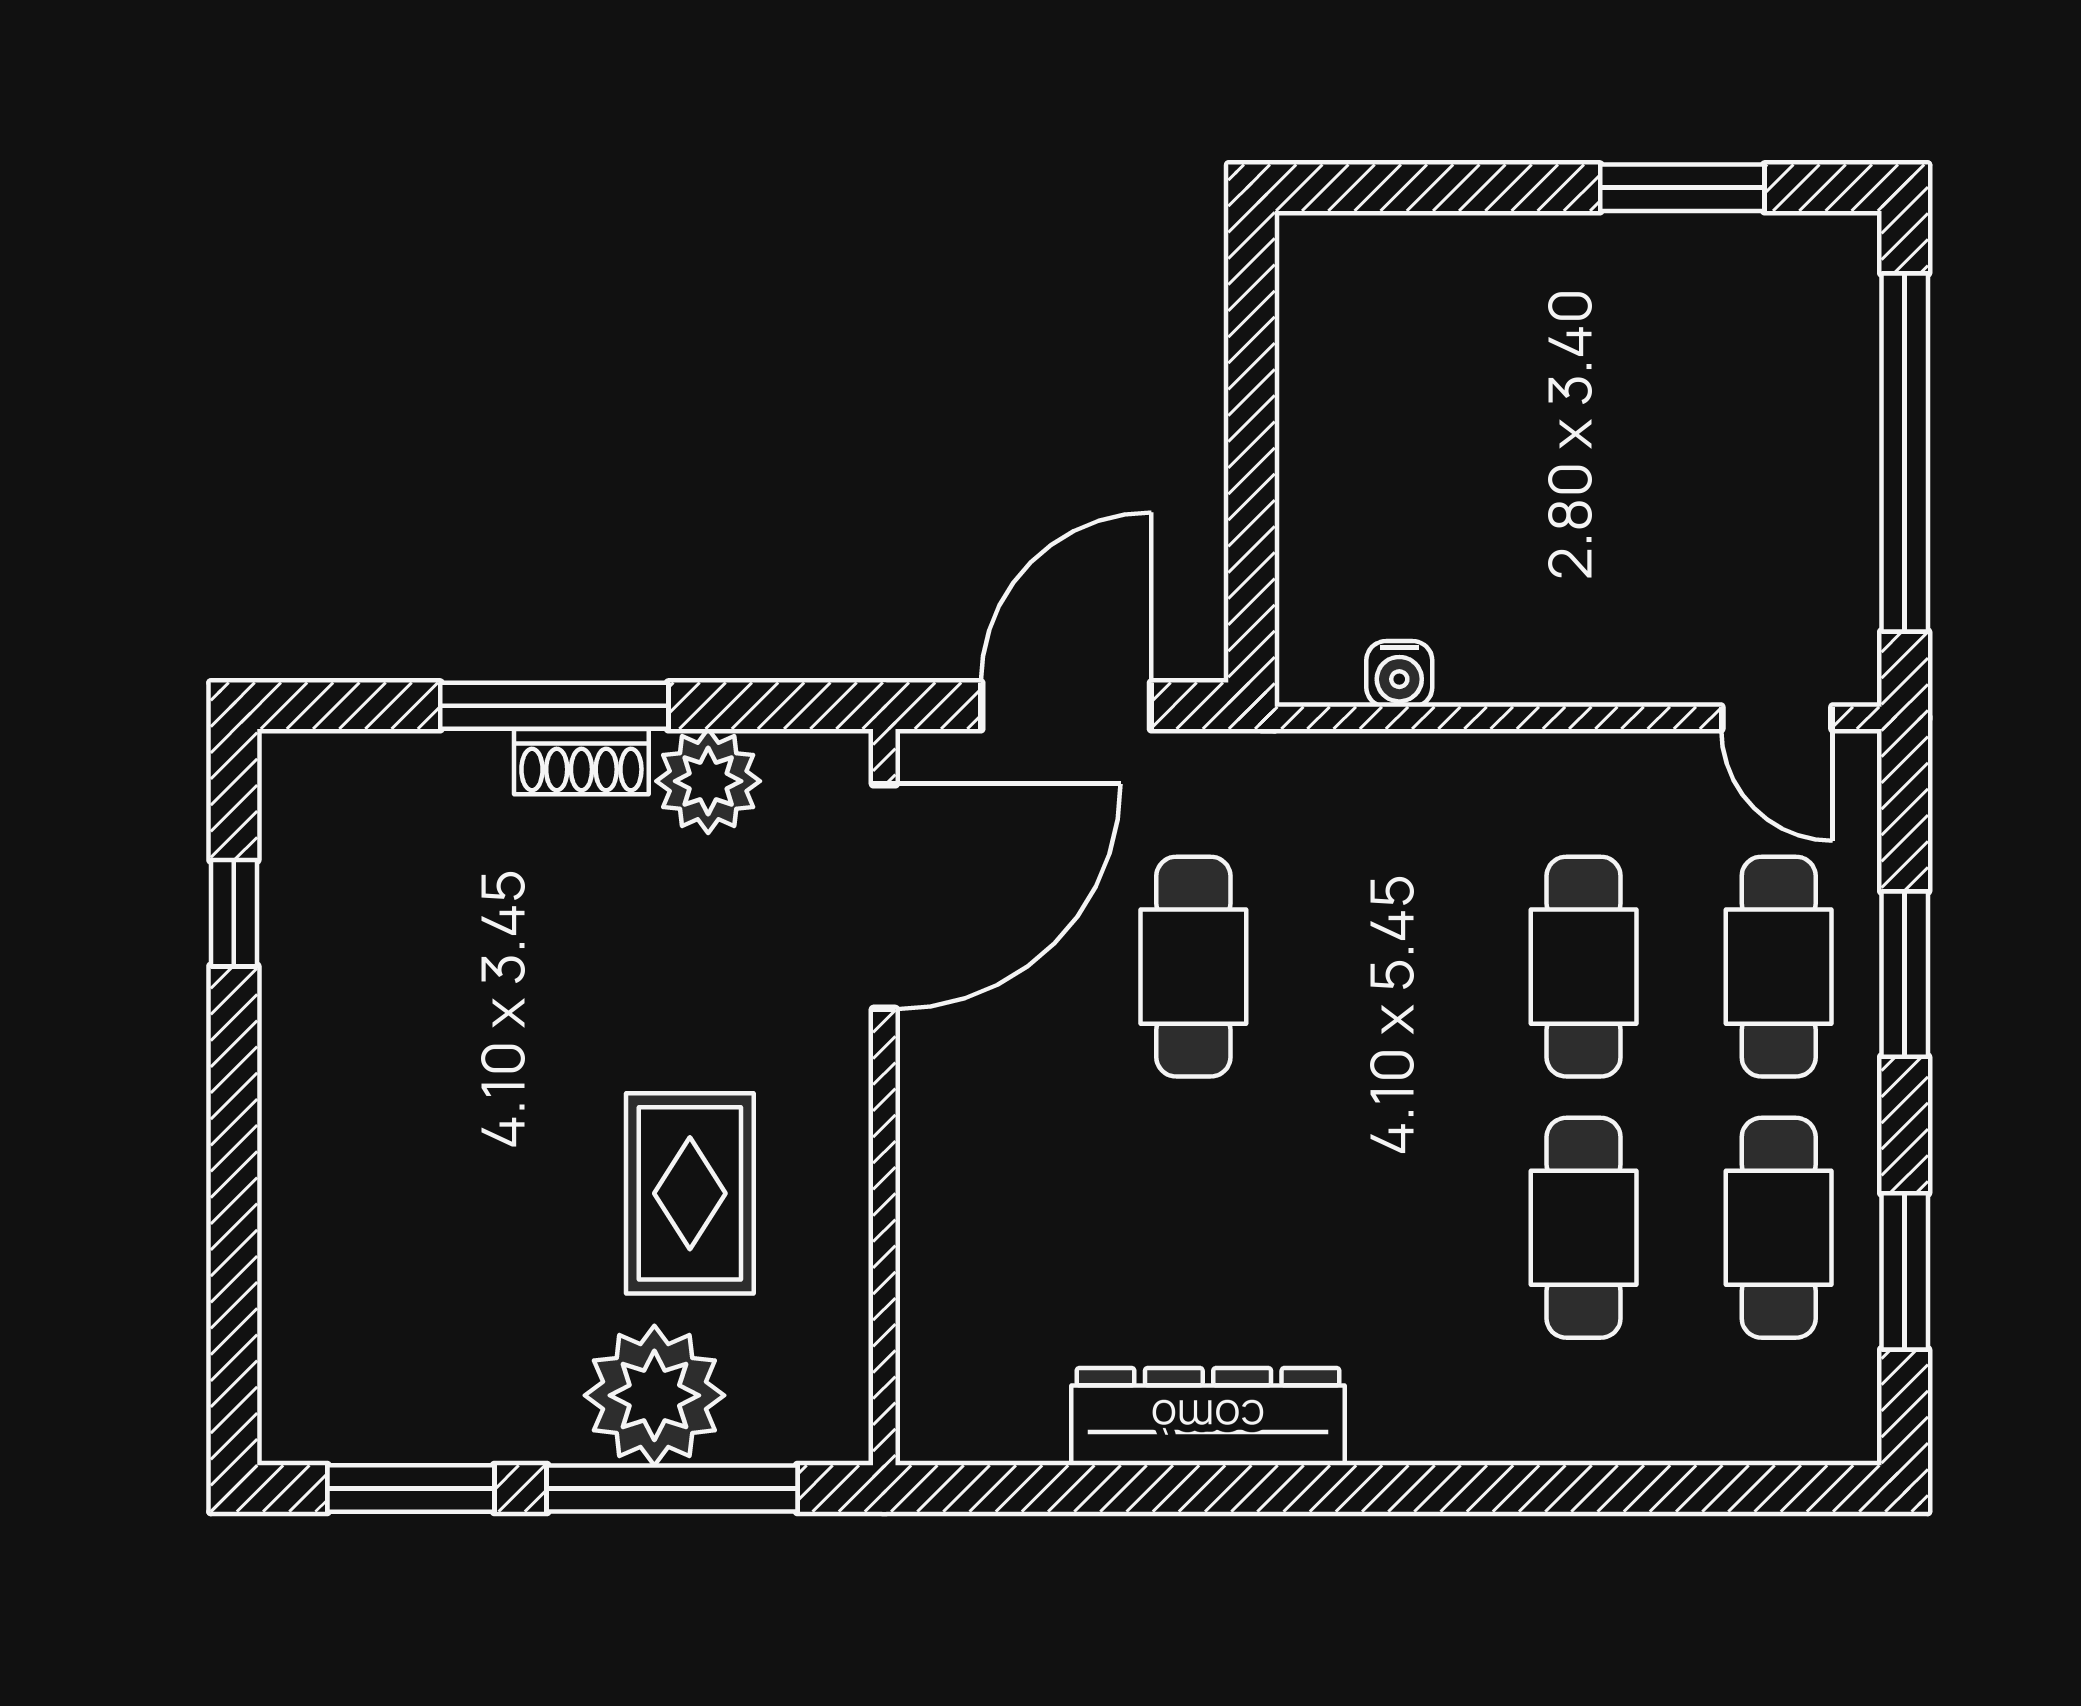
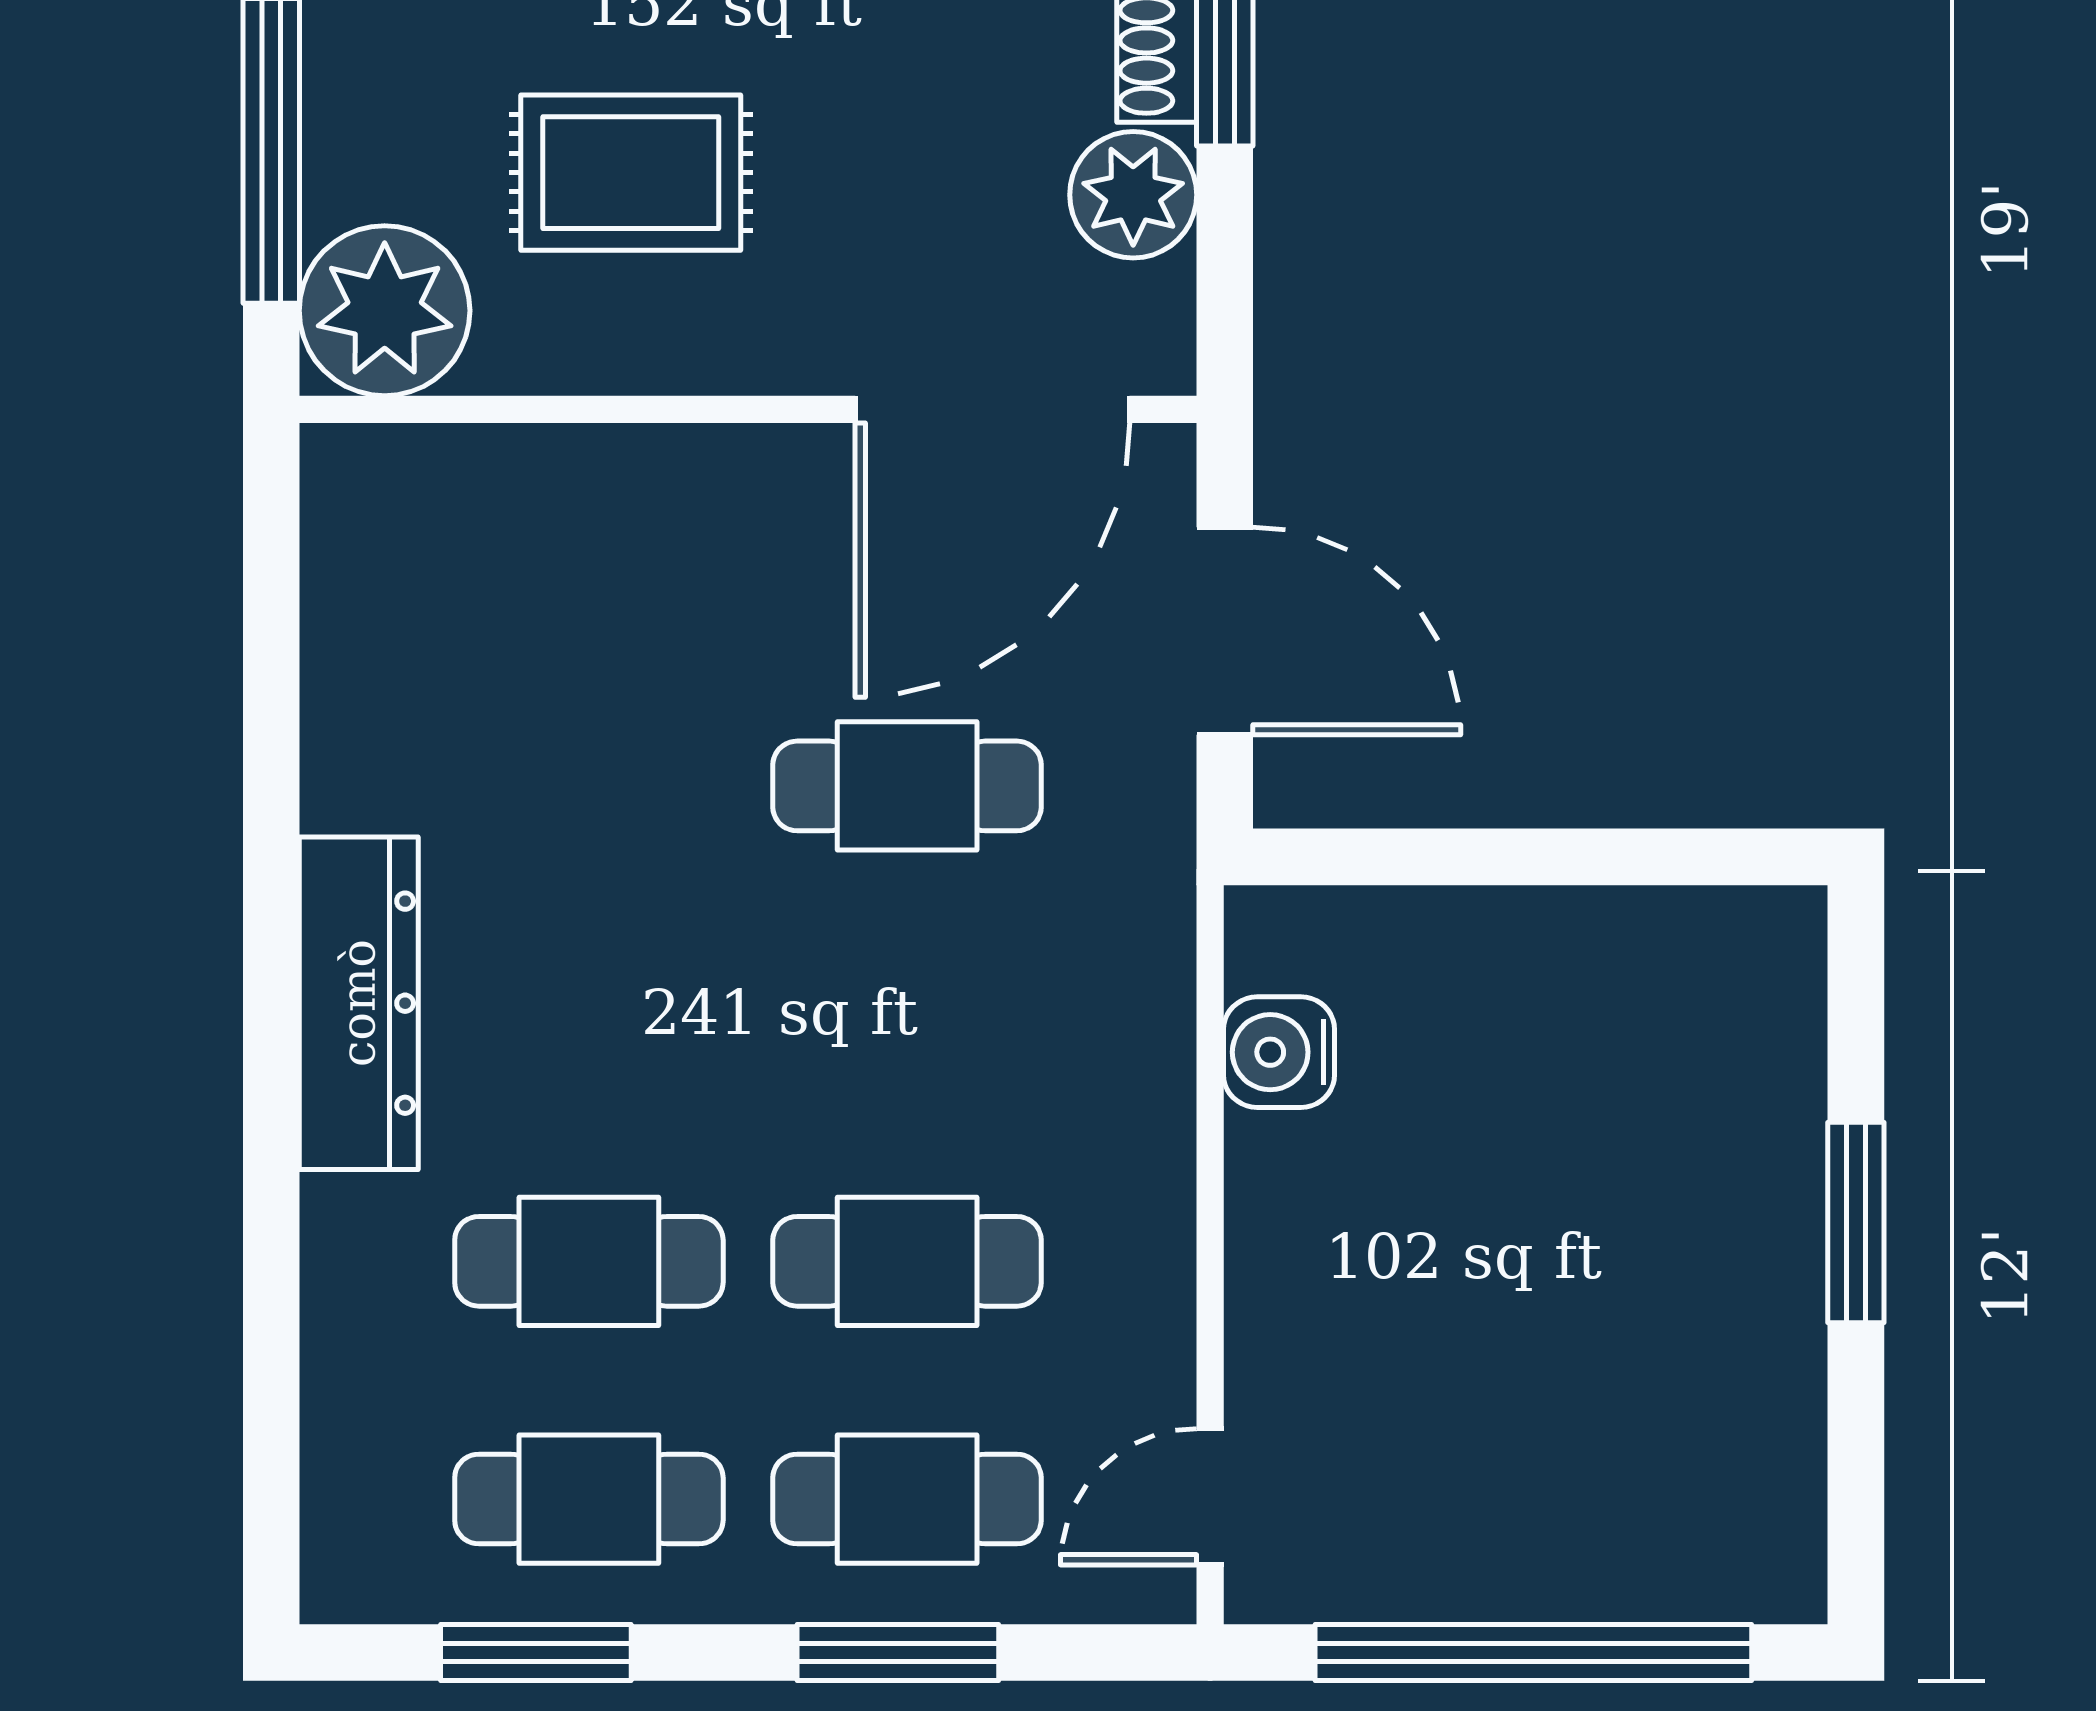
window: (1682, 188) -> (1856, 1222), moved
water cooler: (1399, 674) -> (1279, 1052), width x1.38, depth x1.38
door: (884, 897) -> (992, 409), hinge flipped
plant: (654, 1395) -> (385, 311), moved
dresser: (1208, 1417) -> (359, 1003), moved

